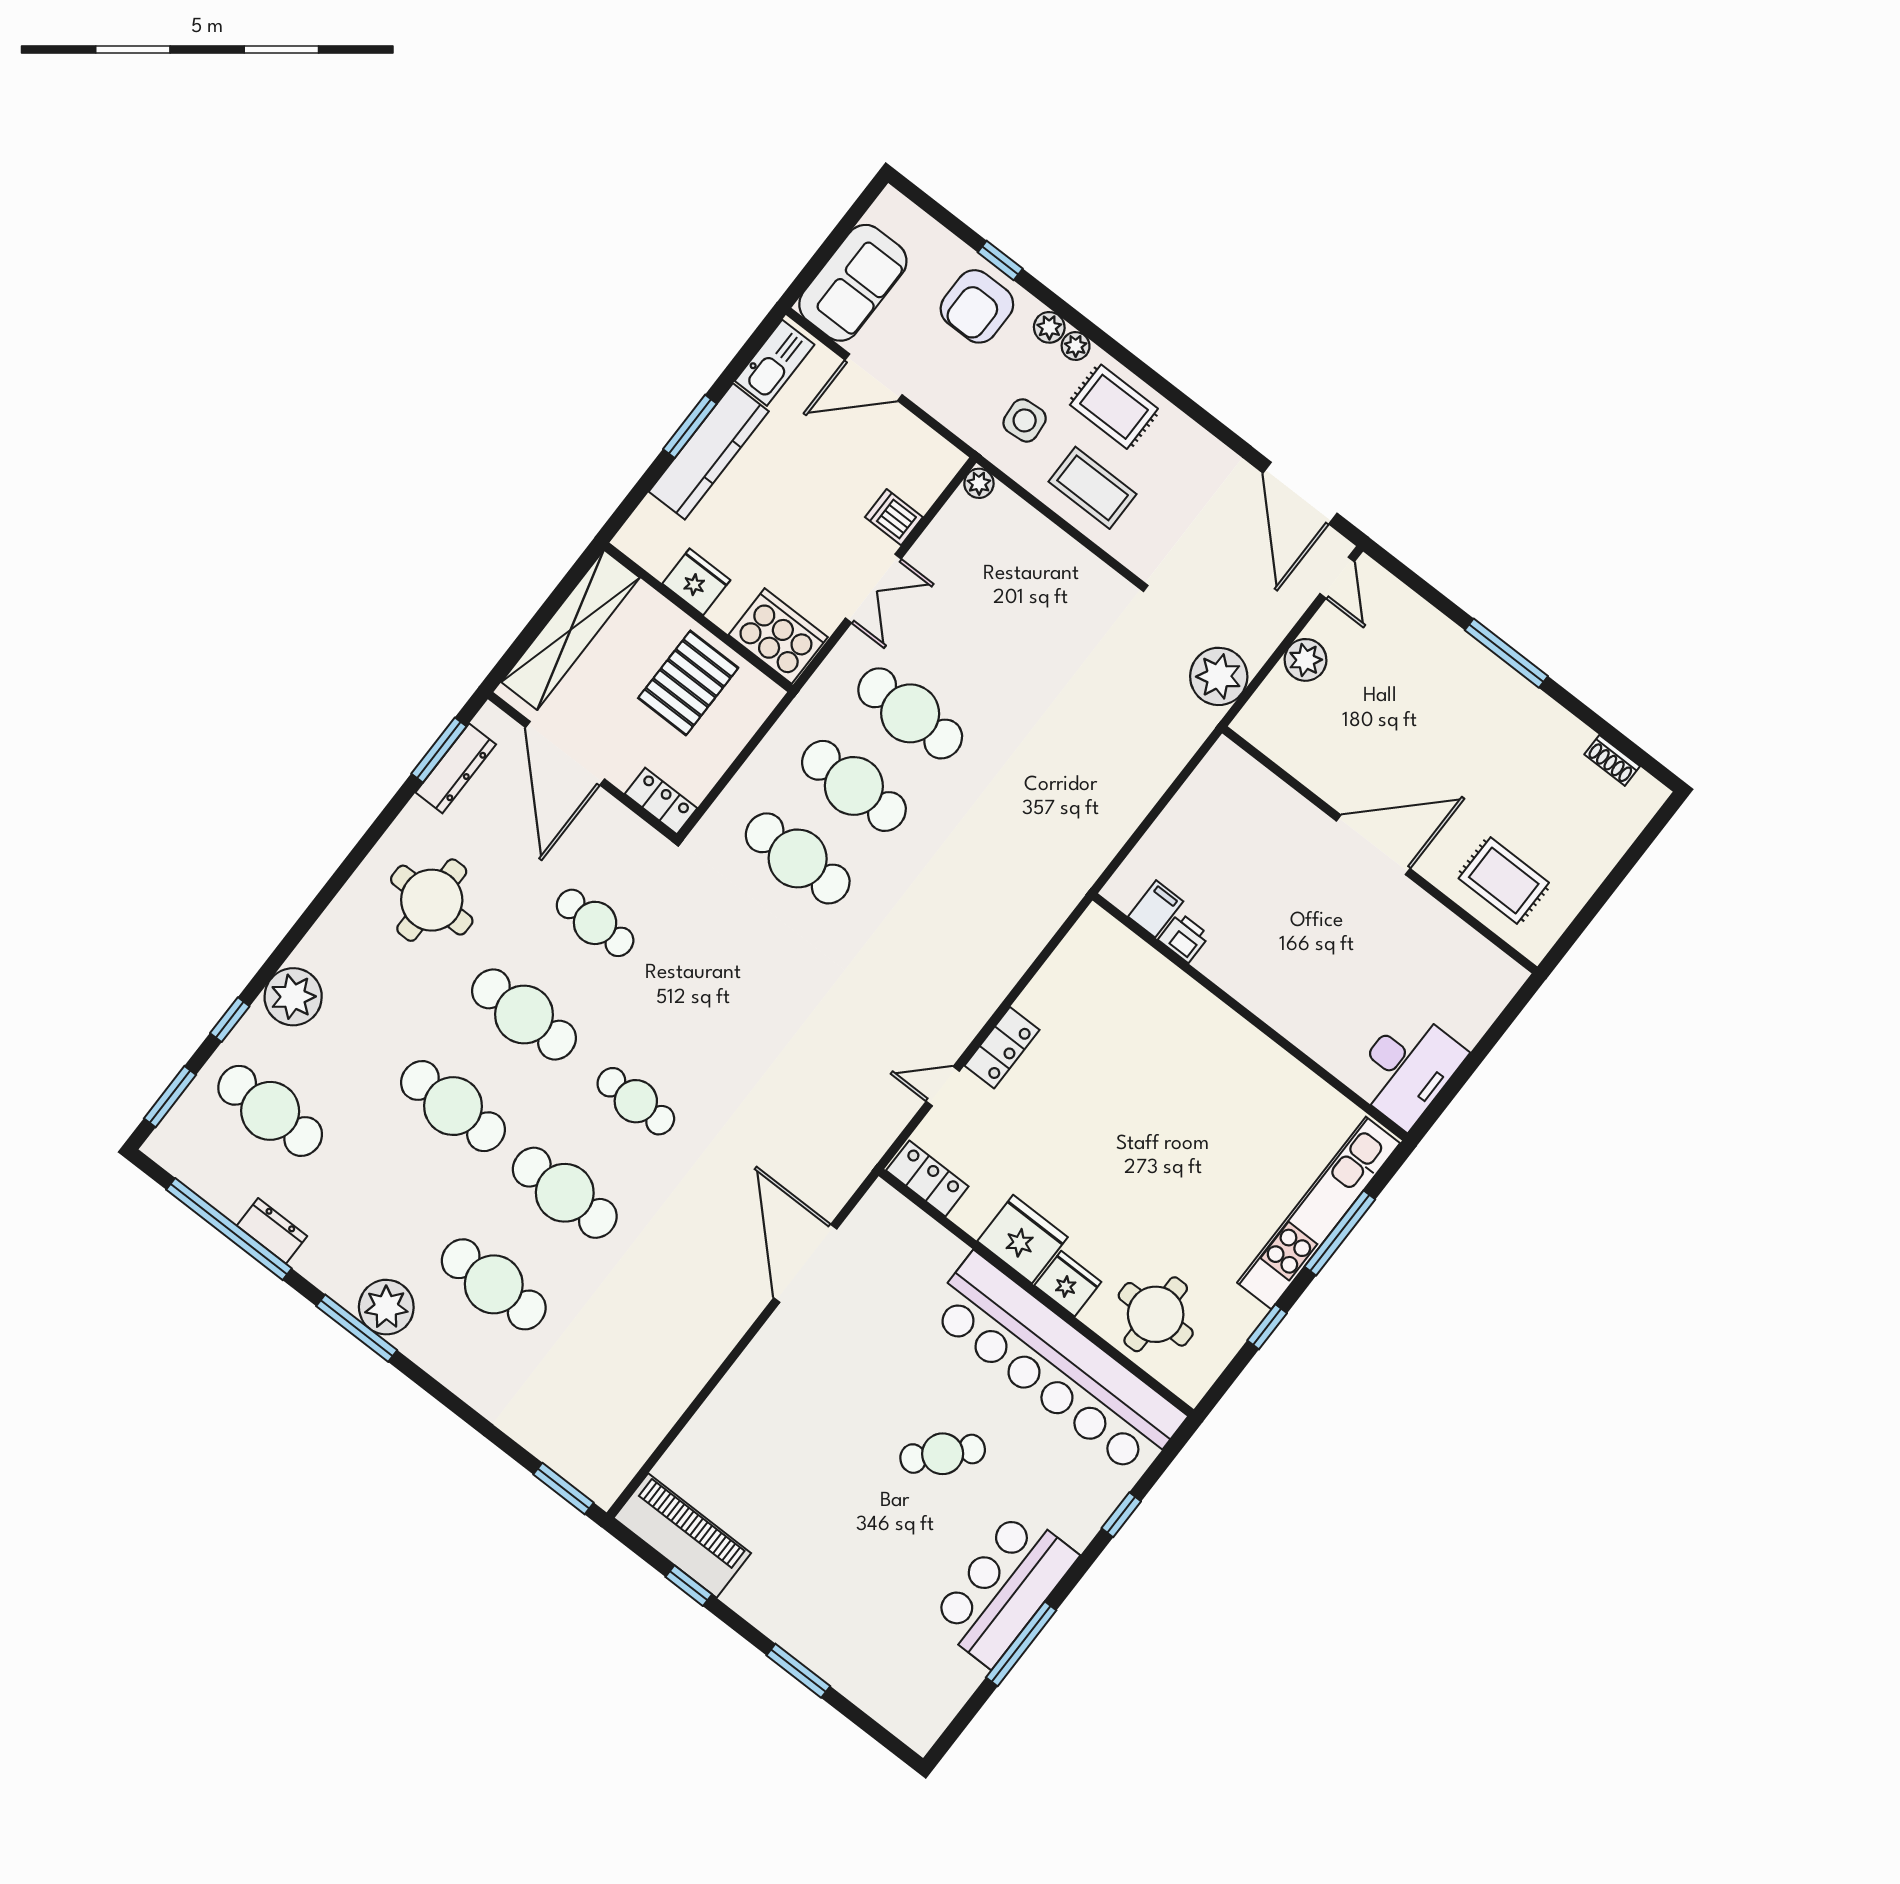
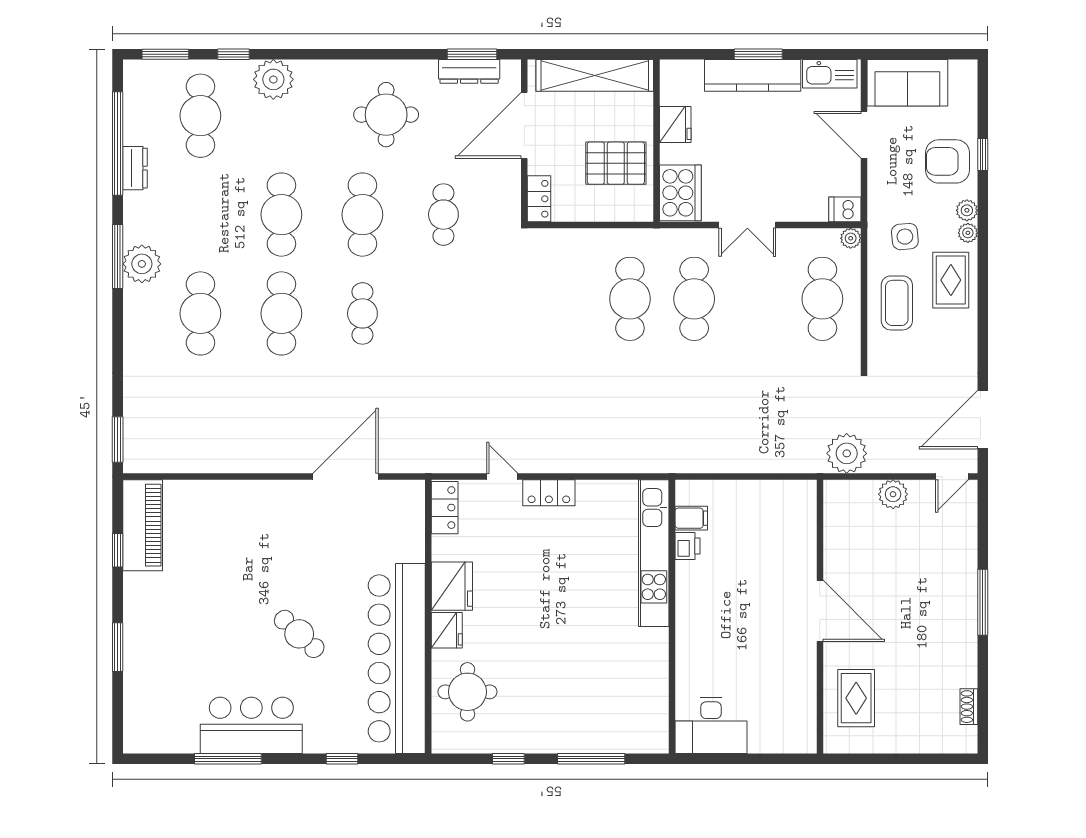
dishwasher: (894, 517) -> (845, 209), moved, turned -90
cafe table: (798, 858) -> (822, 299), moved
kitchen unit: (1319, 1213) -> (654, 553), moved, turned -90

